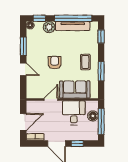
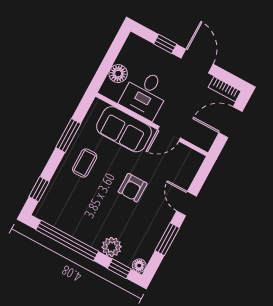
tv unit: (73, 26) -> (74, 229), removed
window: (101, 121) -> (110, 58), removed

